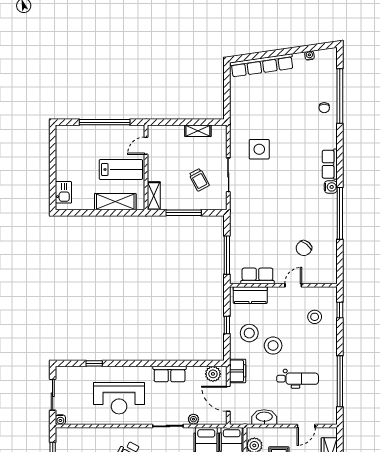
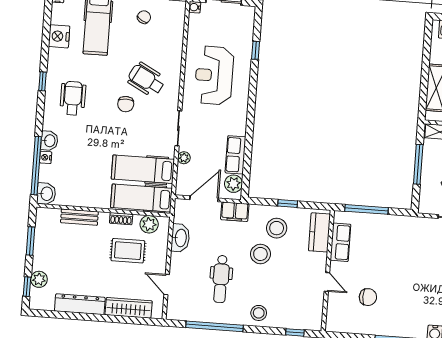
chair: (304, 248) -> (368, 297), turned 141
stool: (315, 317) -> (259, 313), moved
row of seats: (170, 374) -> (236, 155), moved

